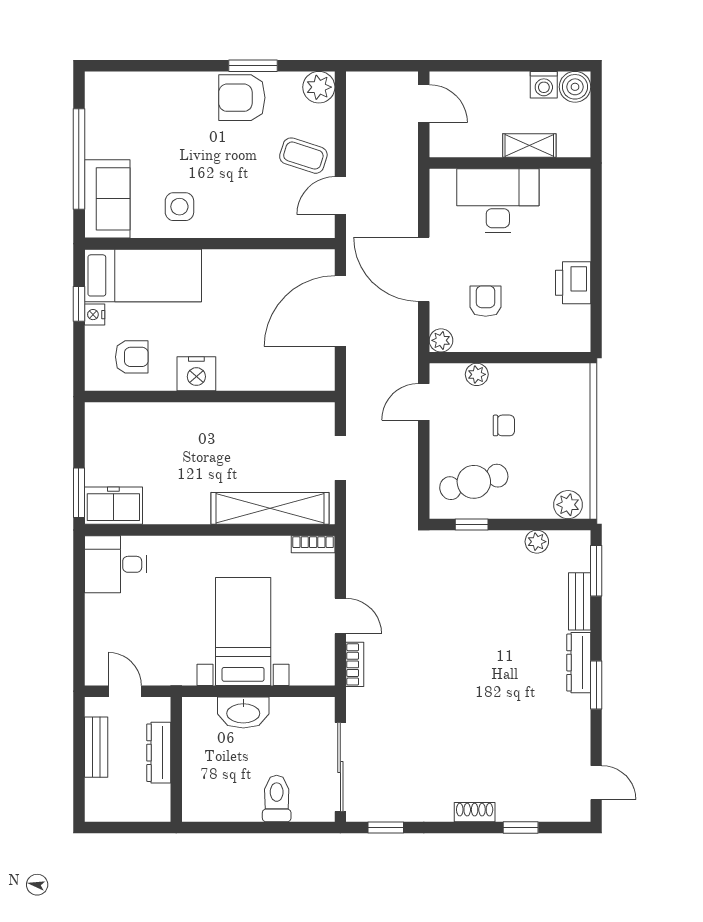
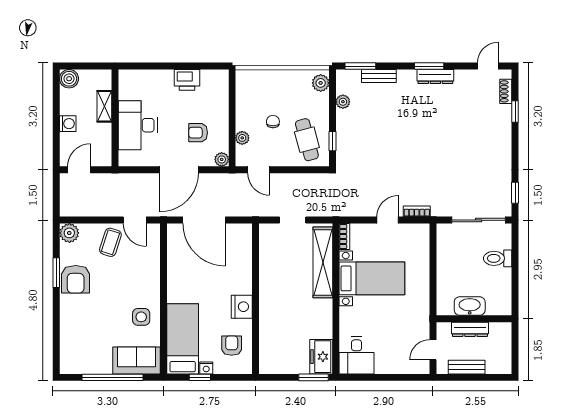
washing machine: (544, 85) -> (68, 124), moved
bed with nightstands: (243, 632) -> (372, 278), moved, turned 180
dresser: (579, 663) -> (435, 77), moved
washbasin: (243, 712) -> (470, 306), moved, turned -90
shoe rack: (475, 812) -> (506, 91), moved

